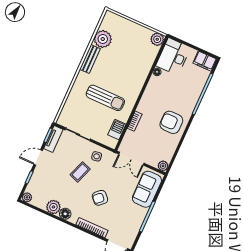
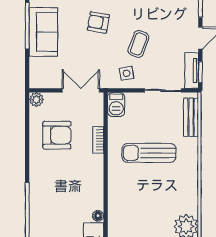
bench: (90, 59) -> (191, 117), moved
armchair: (171, 122) -> (57, 135), moved
barbecue: (117, 130) -> (116, 104), moved
sofa: (147, 189) -> (43, 32), moved
armchair: (100, 198) -> (98, 22), turned -127

